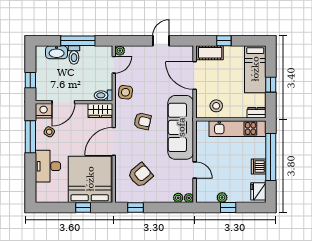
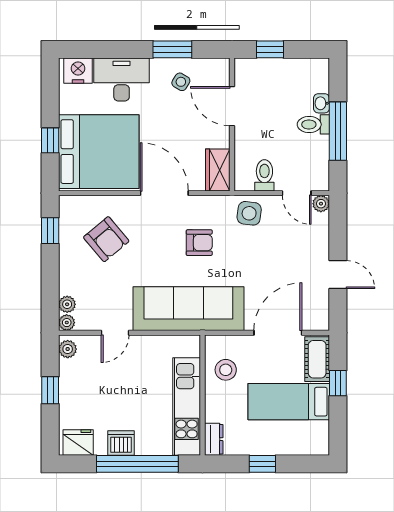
washbasin: (57, 52) -> (322, 103), width x0.52, depth x0.69
bed: (255, 69) -> (289, 402), moved
toilet: (103, 95) -> (264, 175), moved
nightstand: (44, 111) -> (78, 71), moved, turned -90
armchair: (142, 121) -> (199, 243), turned -103
window: (30, 137) -> (172, 49), width x0.69
plant: (222, 197) -> (68, 349), moved

